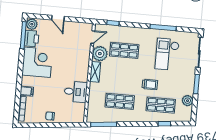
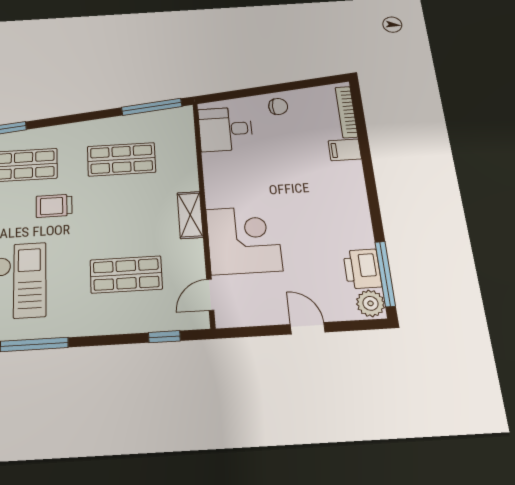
plant: (100, 54) -> (186, 258), removed
corner desk: (37, 62) -> (244, 240), moved, turned 180
desk: (76, 92) -> (225, 129), moved

